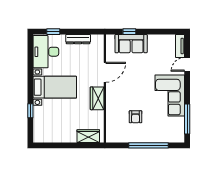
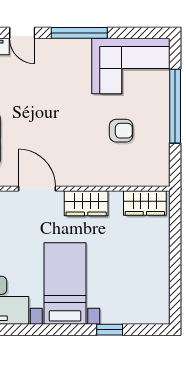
corner sofa: (170, 96) -> (131, 66), moved
window: (187, 119) -> (79, 33), moved
wardrobe: (88, 136) -> (145, 203), moved, turned -90

